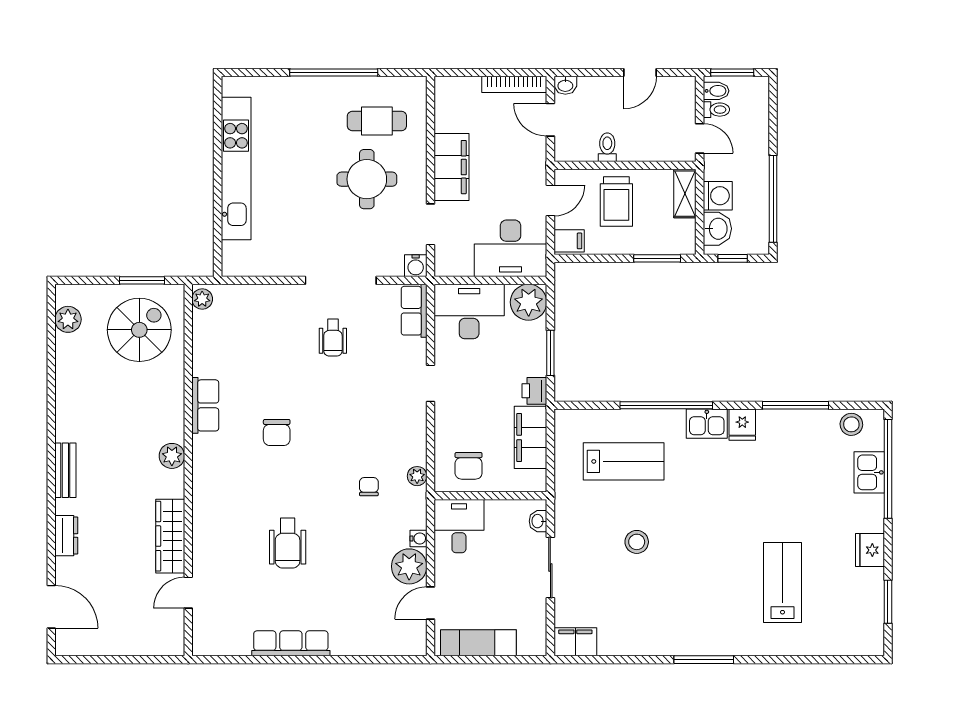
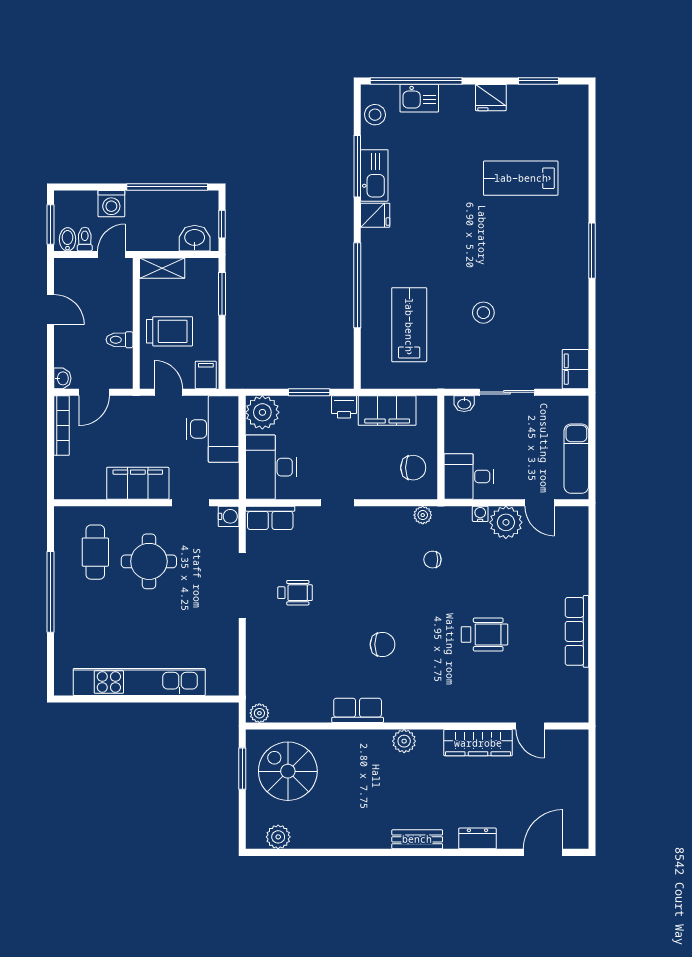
washing machine: (718, 196) -> (111, 204), moved, turned 180
kitchen sink: (707, 424) -> (374, 175), moved, width x1.38

